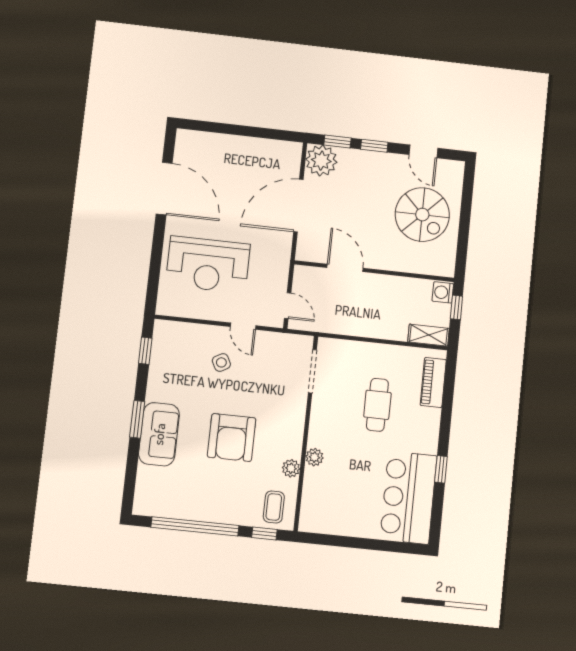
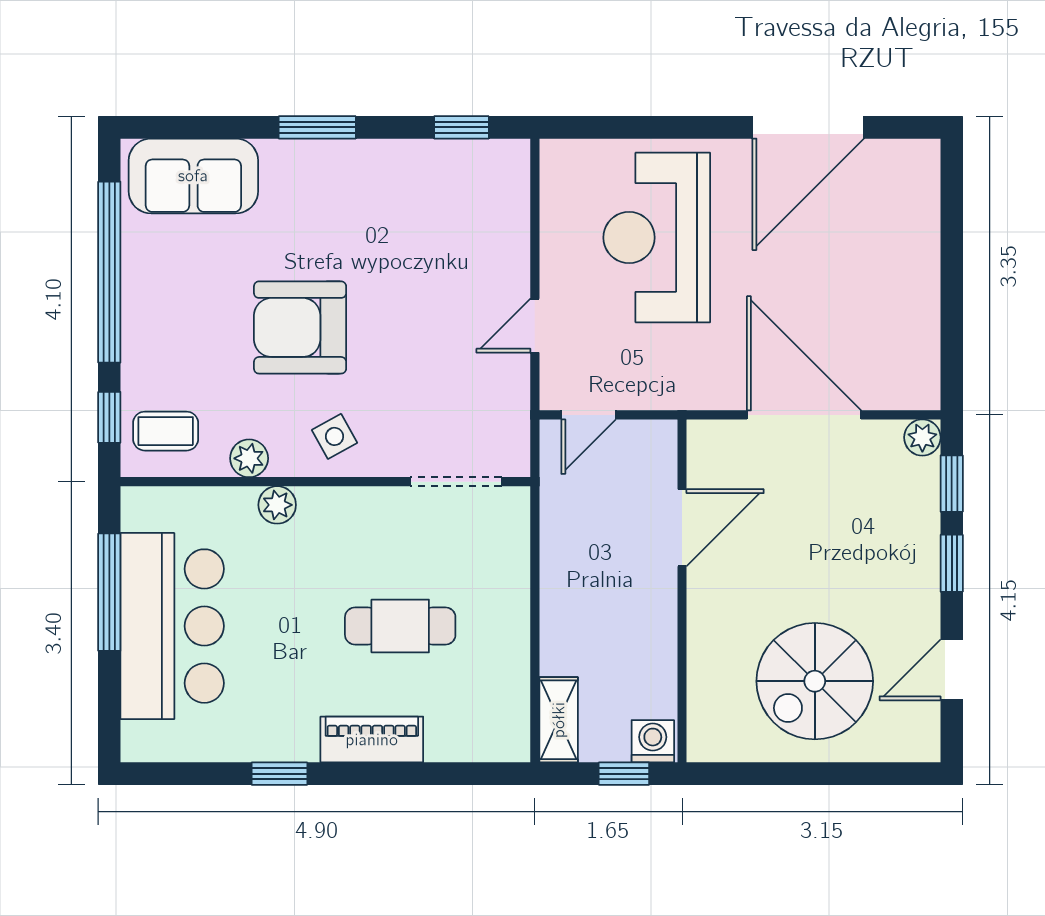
plant: (321, 161) -> (922, 437), width x0.53, depth x0.53
side table: (221, 362) -> (334, 436), moved
piano: (433, 382) -> (372, 740), moved
sofa: (159, 434) -> (193, 176), moved
bar counter: (408, 498) -> (172, 626), moved, turned 90
window: (347, 542) -> (109, 592), added

